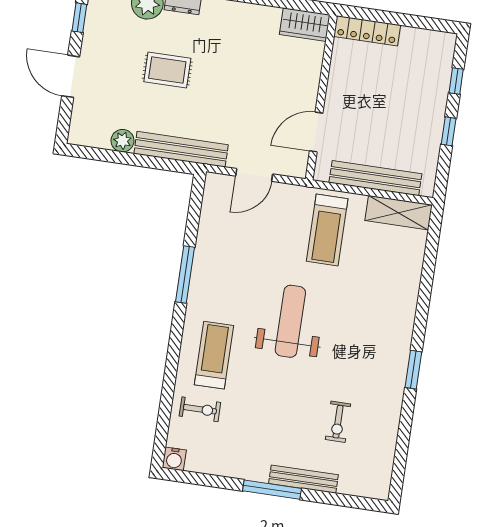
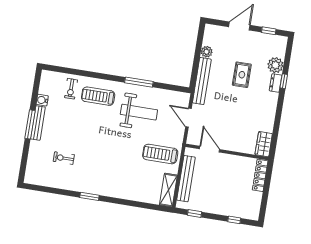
window: (449, 131) -> (195, 213), moved
weight bench: (290, 321) -> (139, 112), moved
treadmill: (214, 355) -> (98, 96), turned 180
water cooler: (174, 459) -> (42, 100), moved
bench: (303, 479) -> (38, 123), moved

